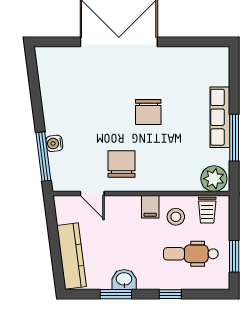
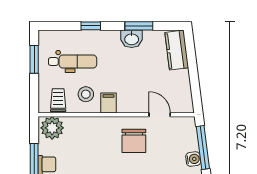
kitchen counter: (72, 256) -> (177, 50), width x0.67

